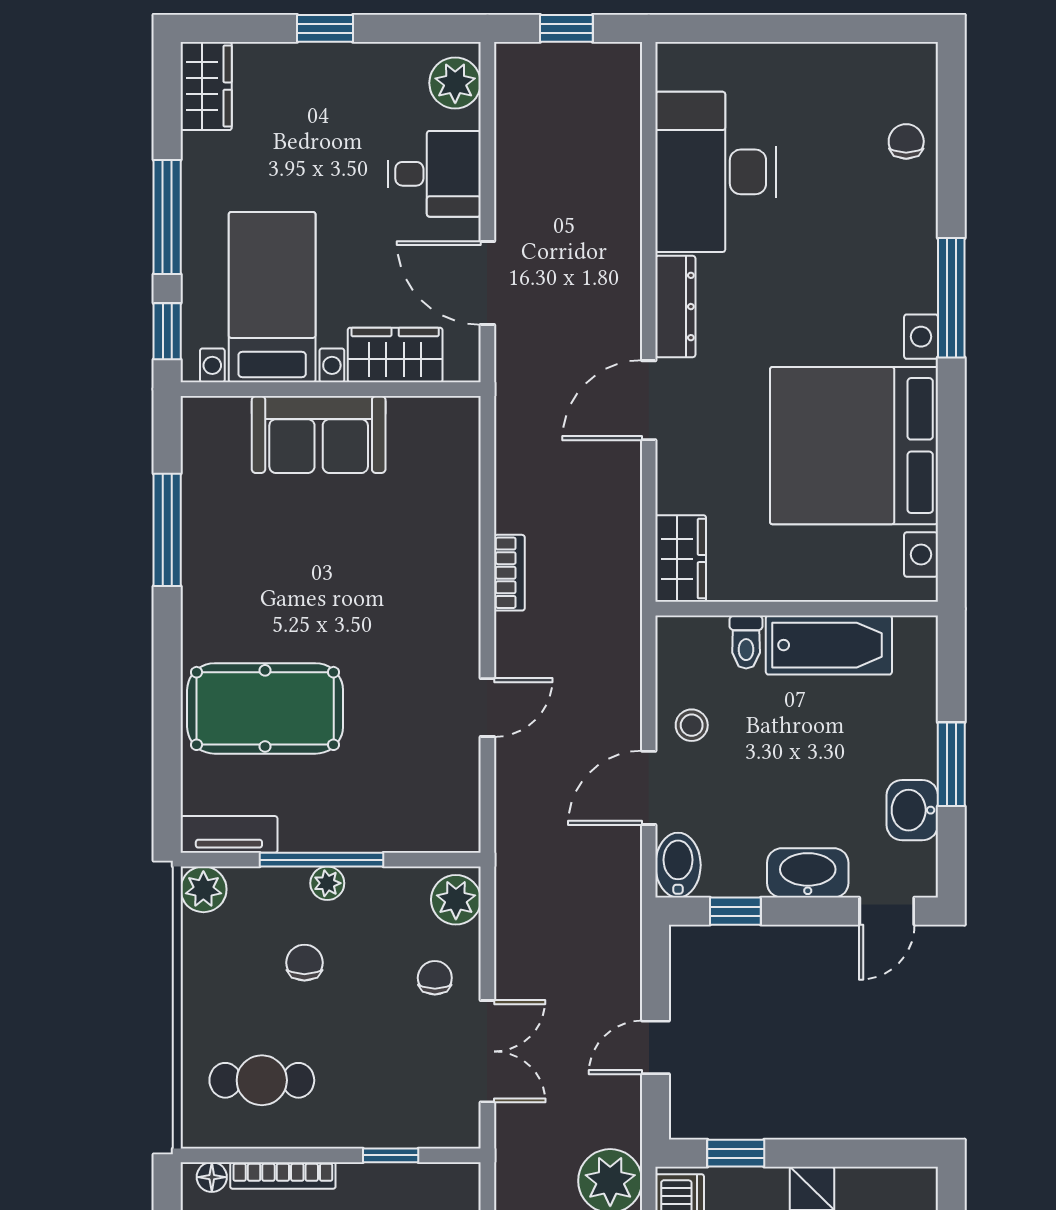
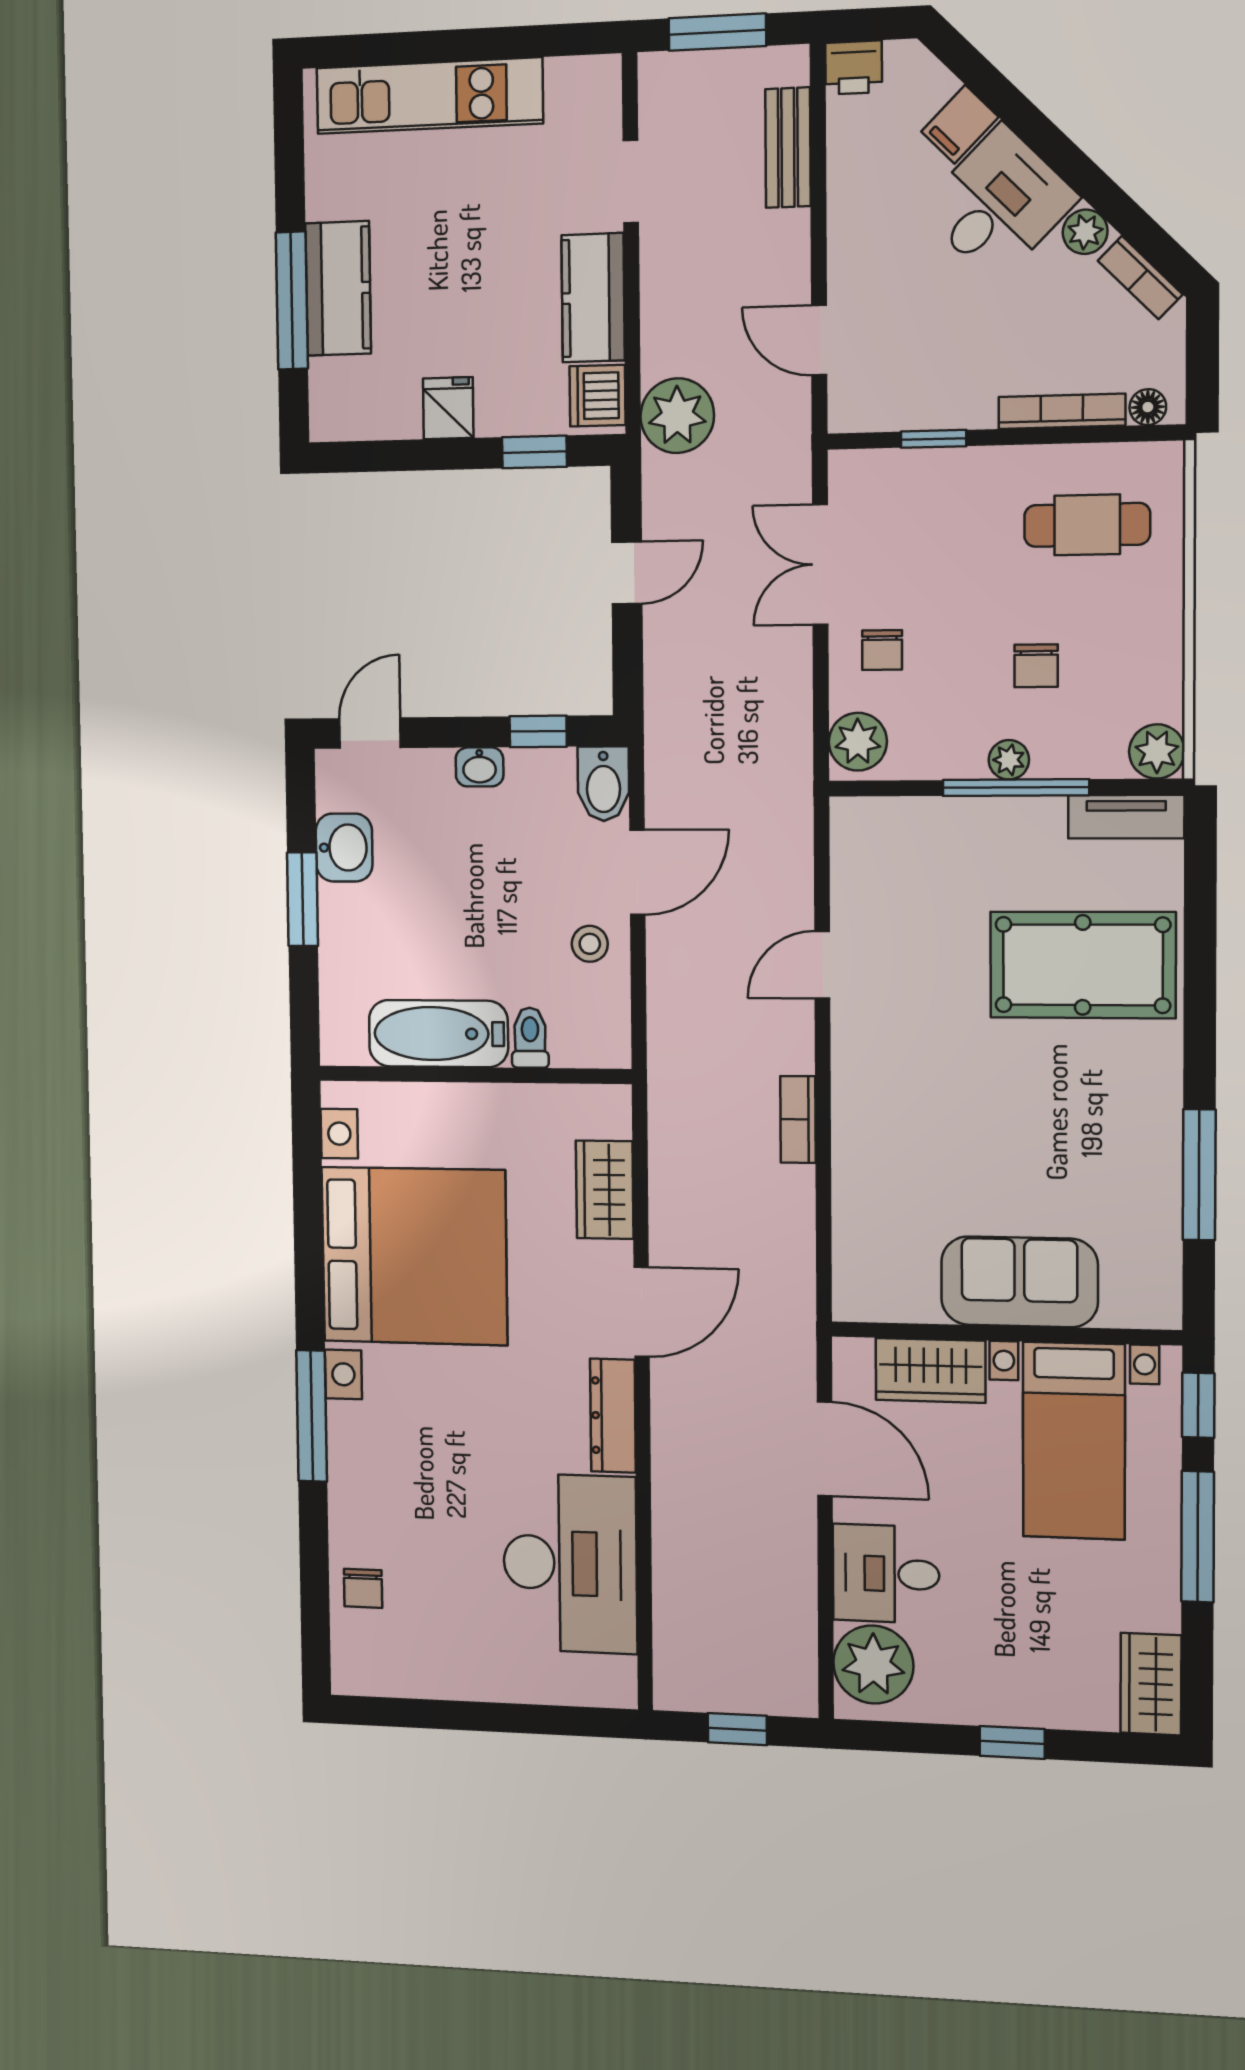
plant: (455, 83) -> (873, 1665), width x1.36, depth x1.36
wardrobe: (681, 559) -> (605, 1190), moved
washbasin: (808, 873) -> (480, 767), width x0.52, depth x0.69

